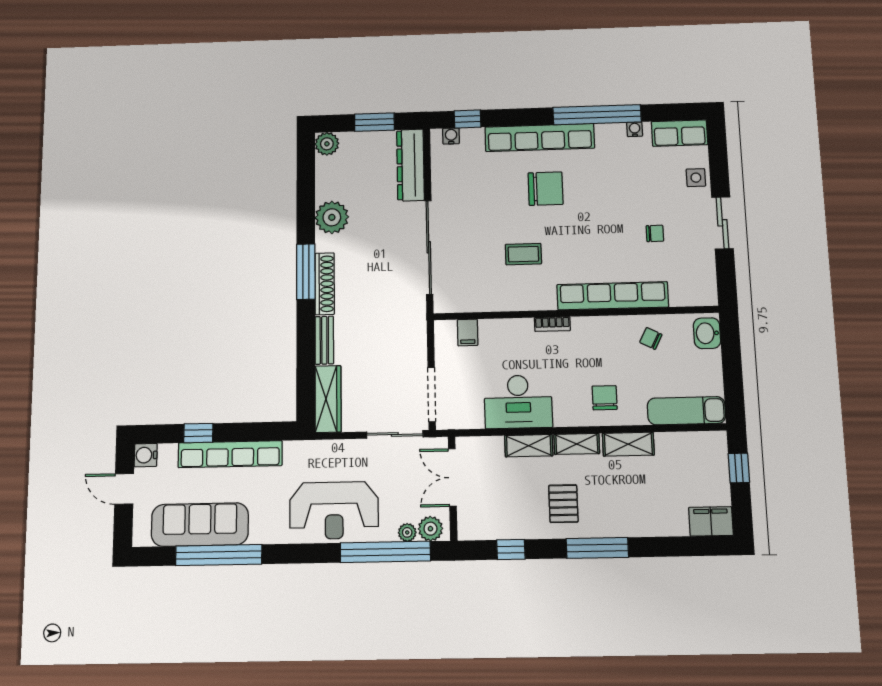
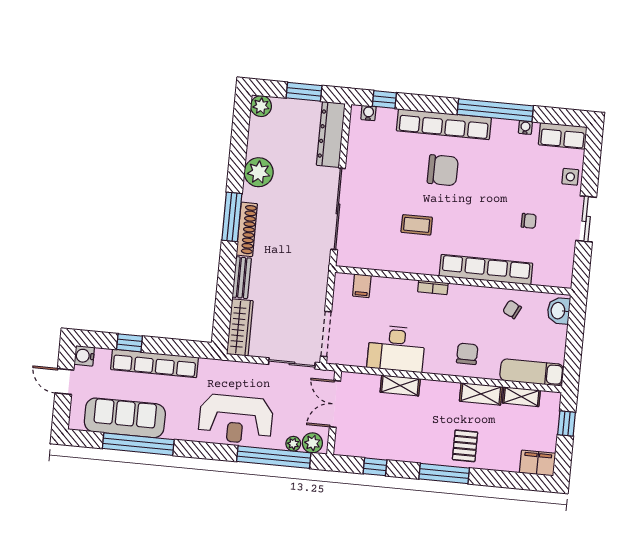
shelving: (577, 444) -> (521, 397), moved
pallet: (563, 504) -> (465, 446), moved

